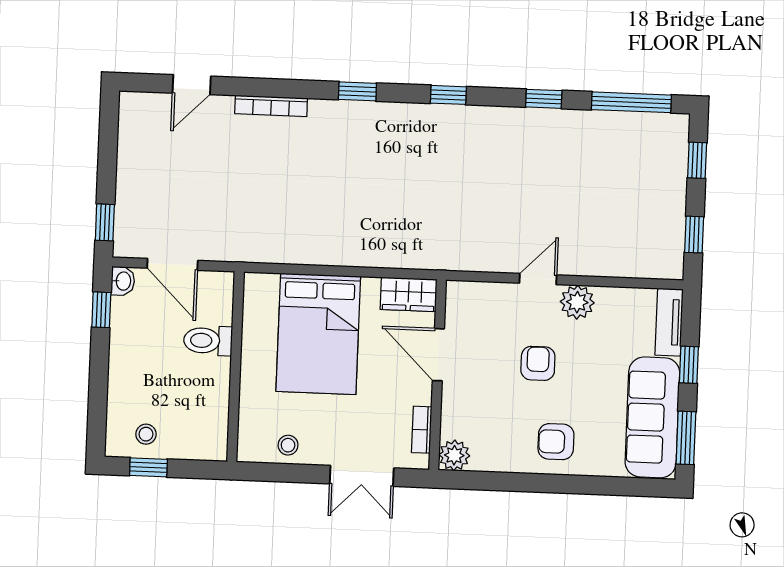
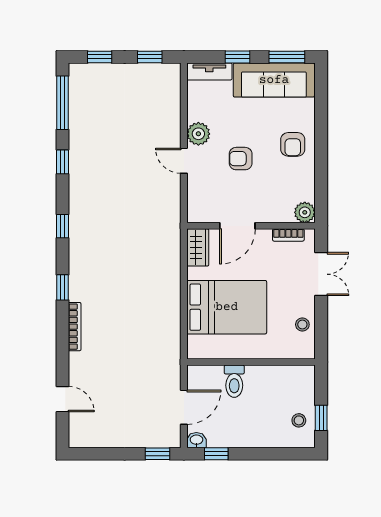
bookcase: (271, 106) -> (75, 327), moved

